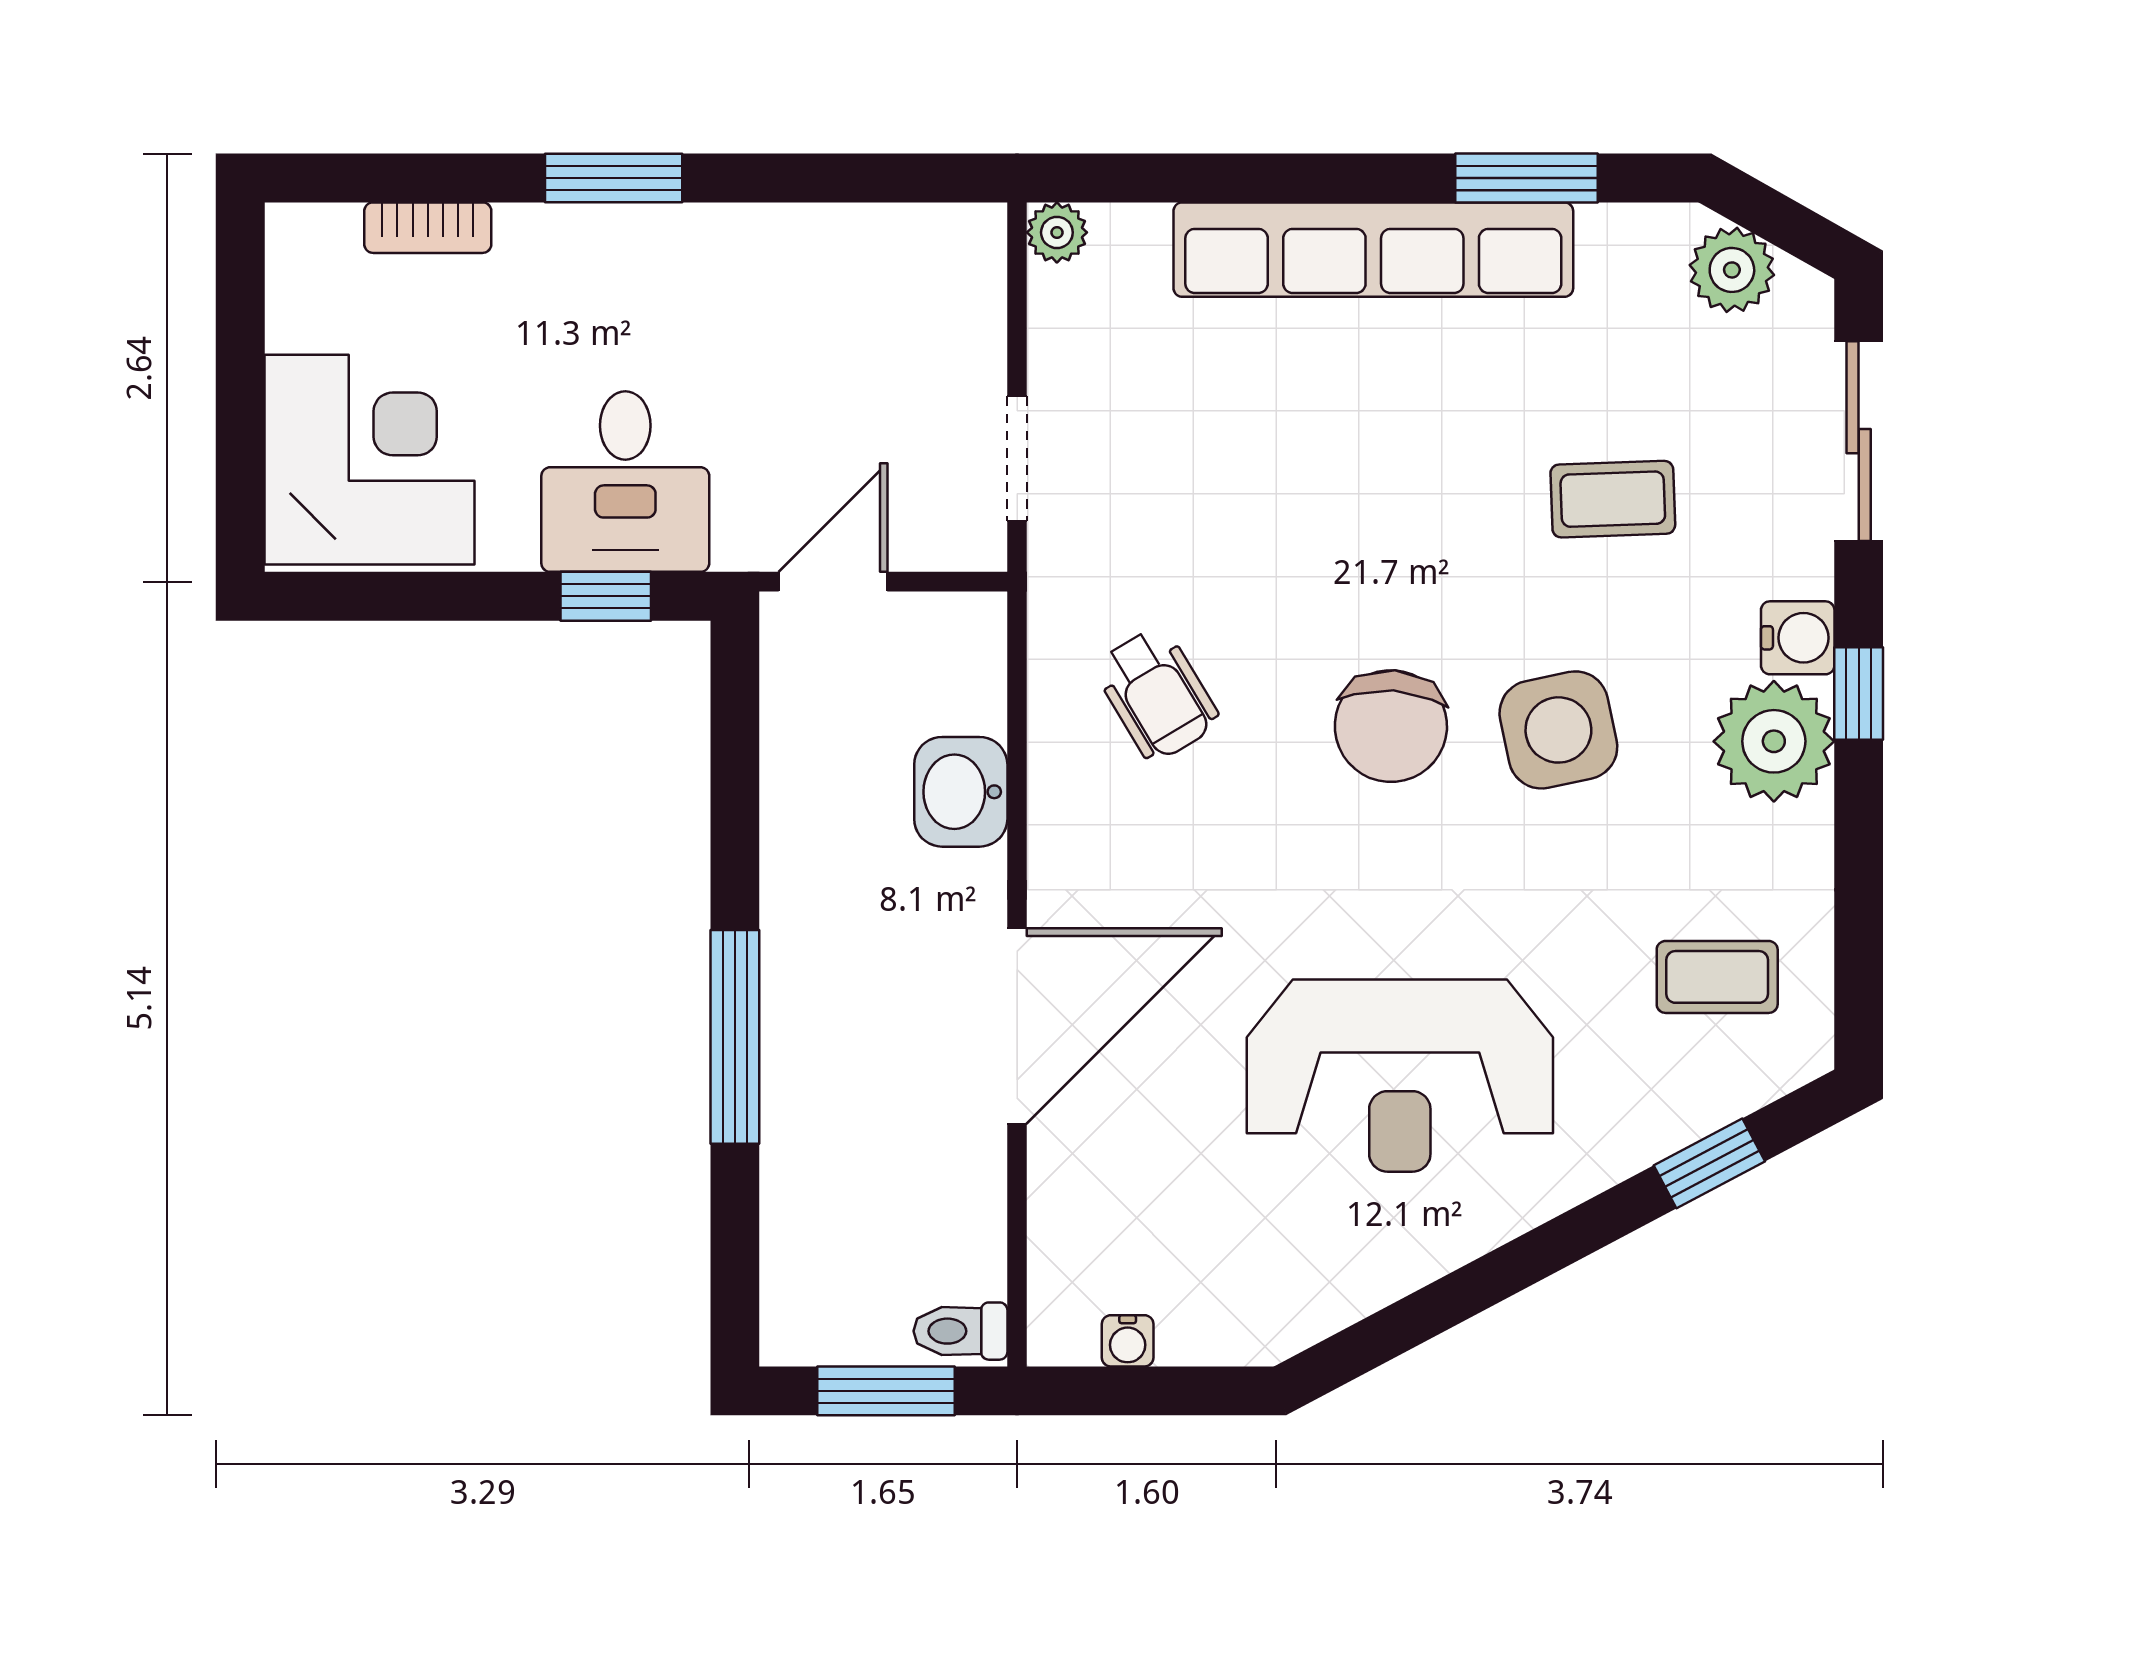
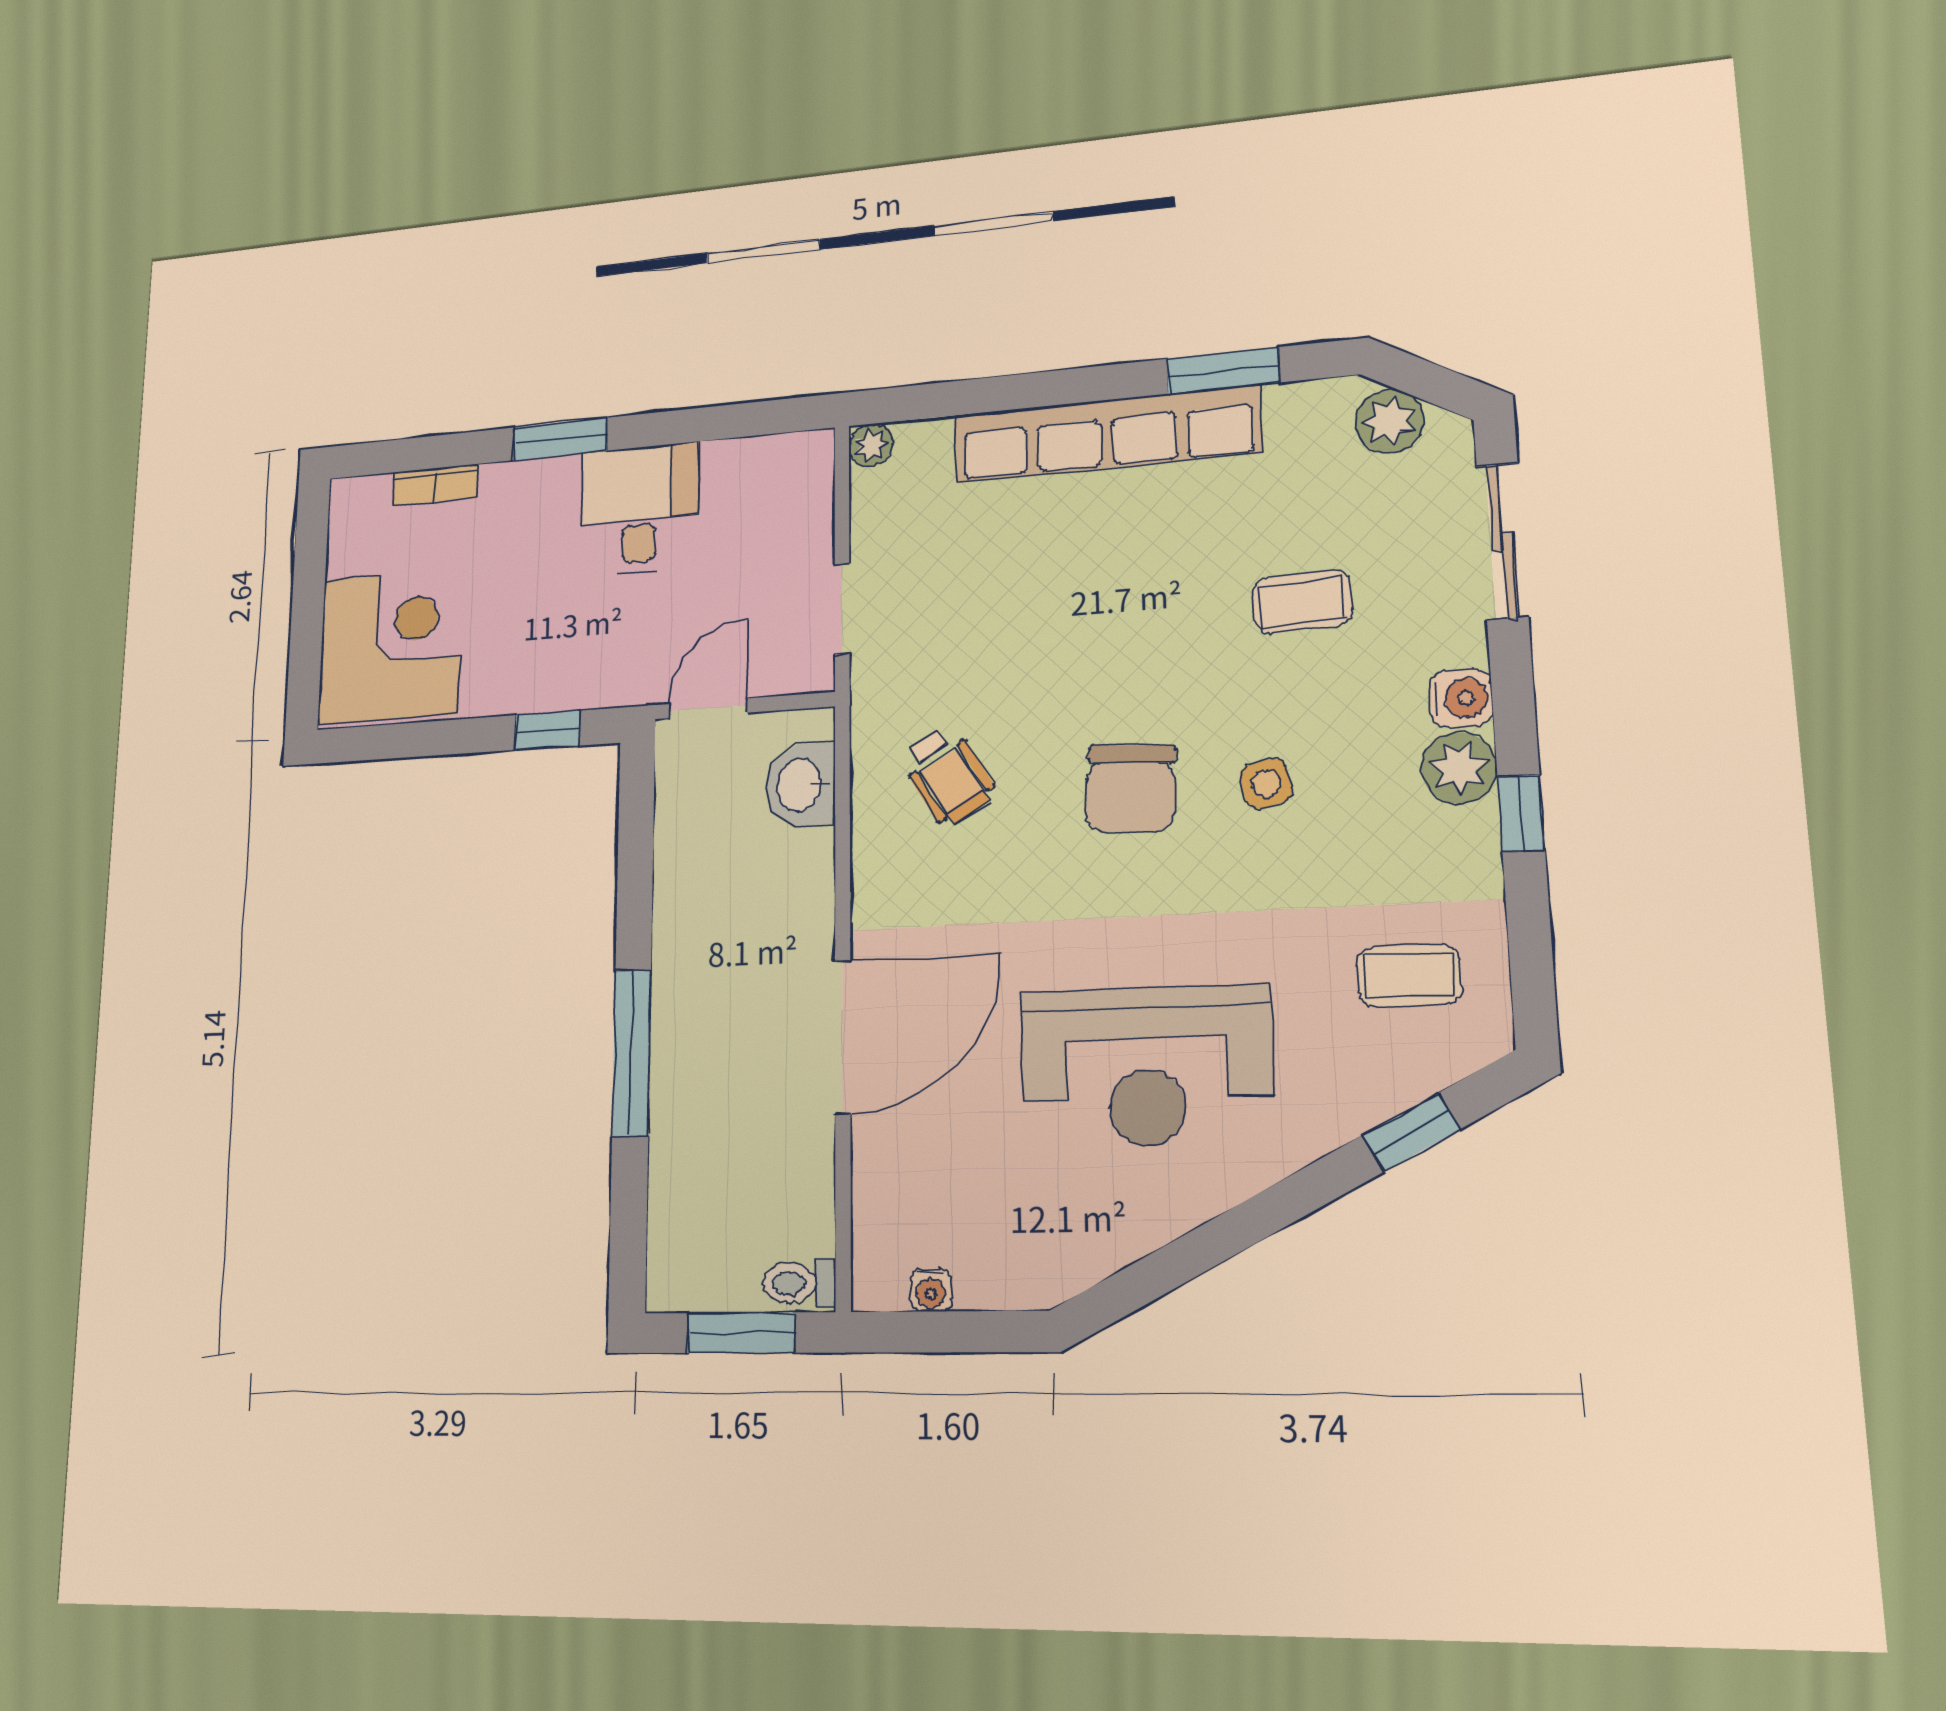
desk: (625, 482) -> (639, 509), moved, turned 180
window: (1859, 693) -> (1521, 813), moved
side table: (1558, 730) -> (1266, 783), width x0.54, depth x0.54
plant: (1774, 741) -> (1459, 768), width x0.73, depth x0.73
washbasin: (961, 792) -> (801, 785), moved

